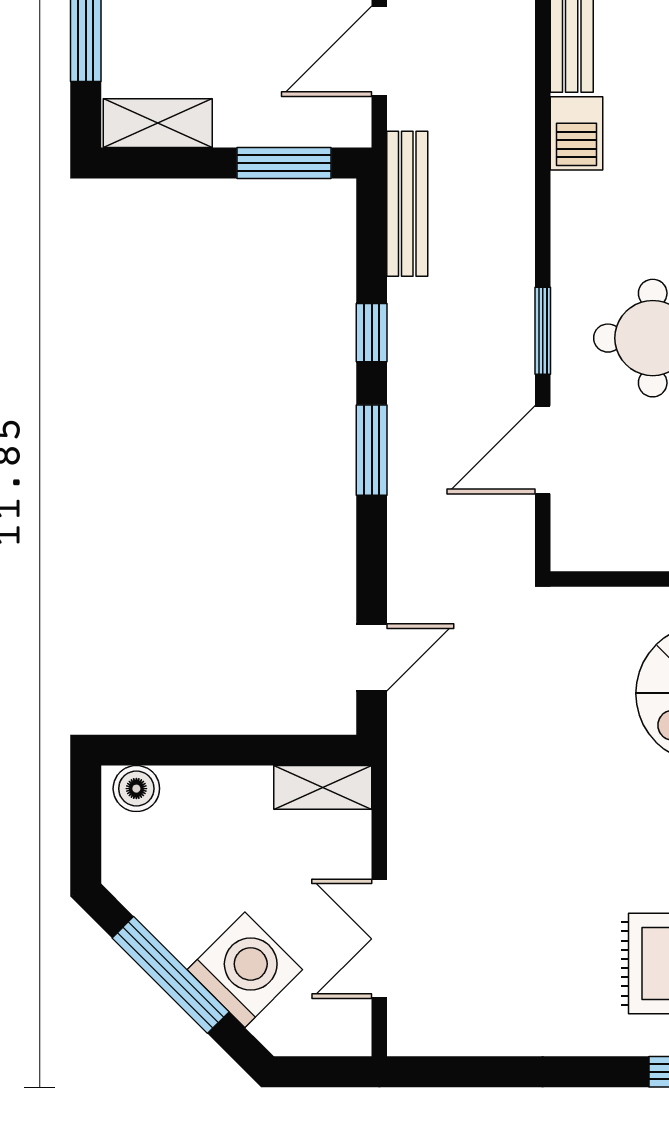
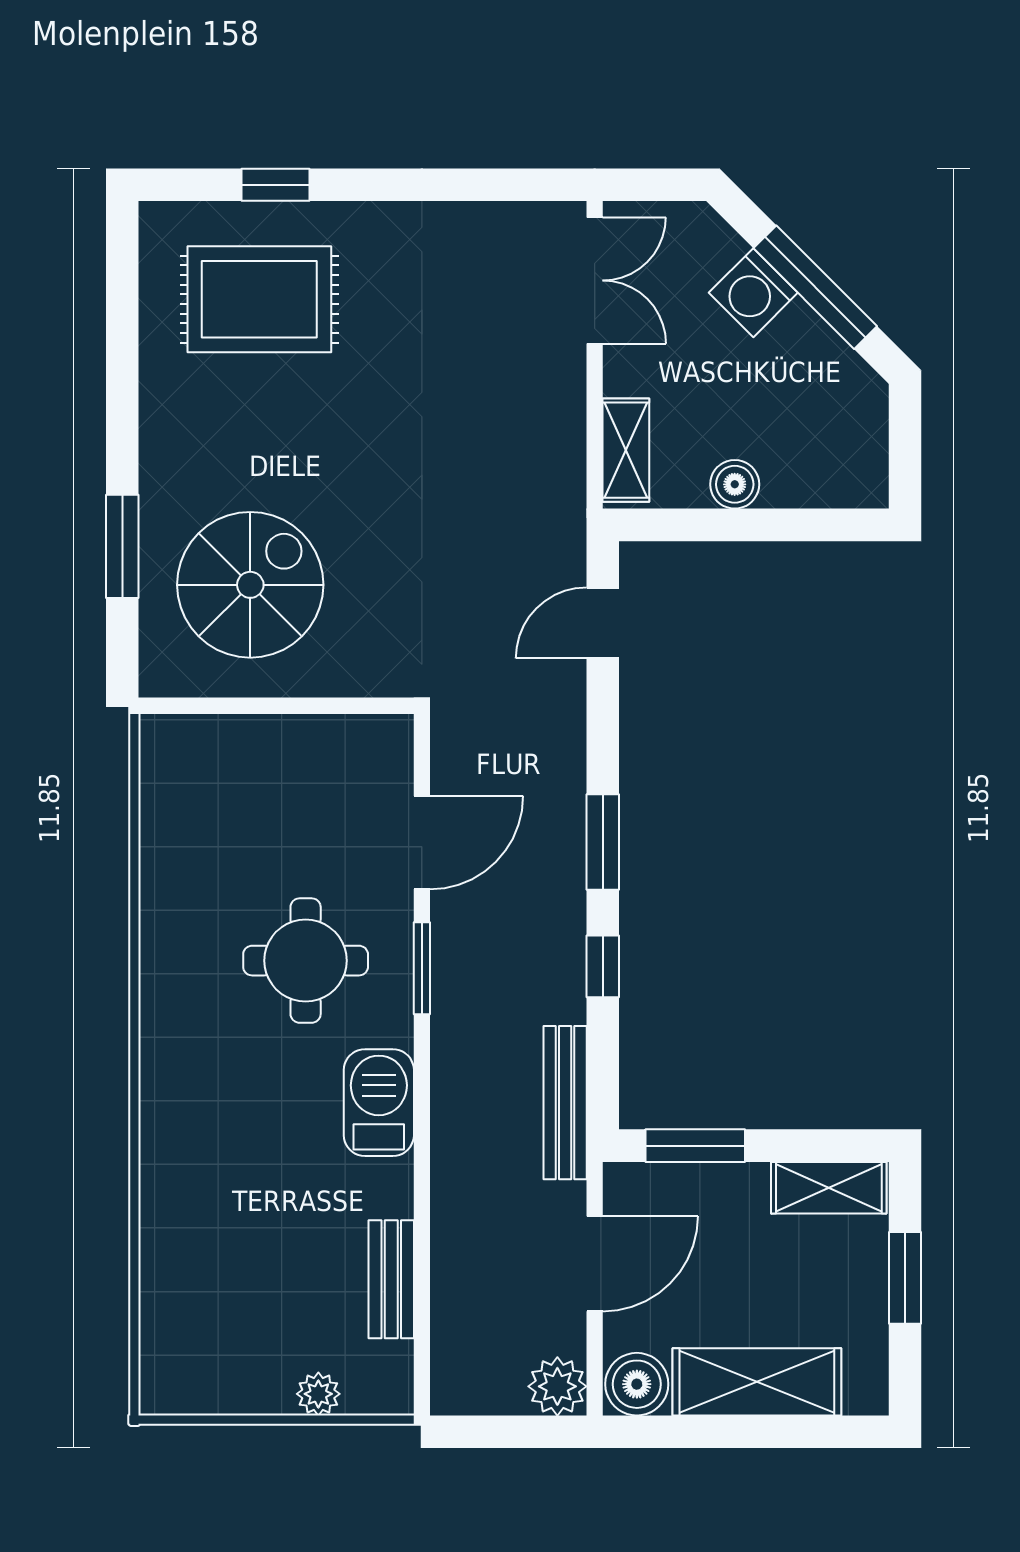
barbecue: (576, 133) -> (379, 1103), moved, width x1.38, depth x1.27
shelving: (323, 787) -> (626, 450), moved, turned 90
boiler: (136, 789) -> (735, 484), moved
double door: (379, 939) -> (595, 280), moved
washing machine: (245, 970) -> (753, 293), width x0.73, depth x0.73

